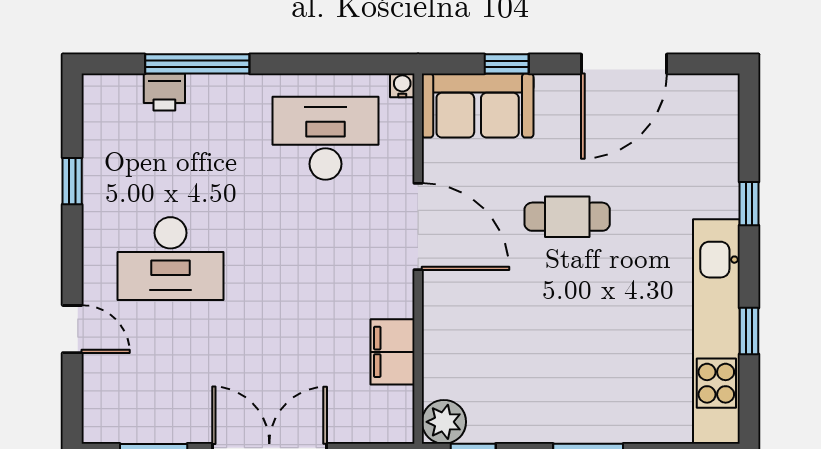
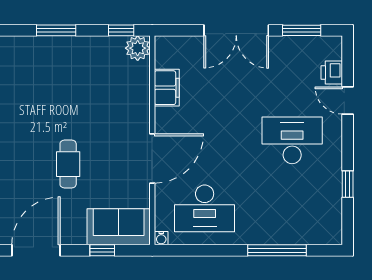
printer: (164, 92) -> (332, 73), moved, turned -90
cafe table: (567, 217) -> (68, 164), turned 90
door: (418, 227) -> (152, 158), swing flipped

